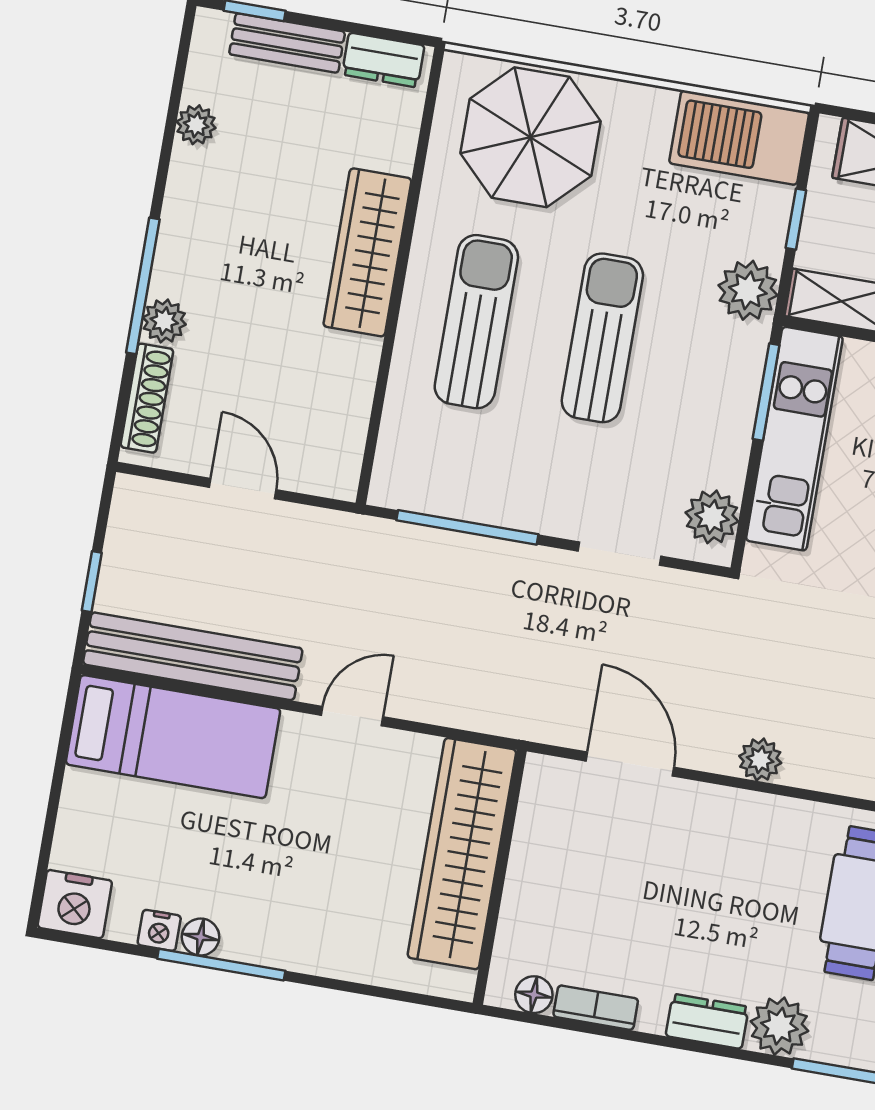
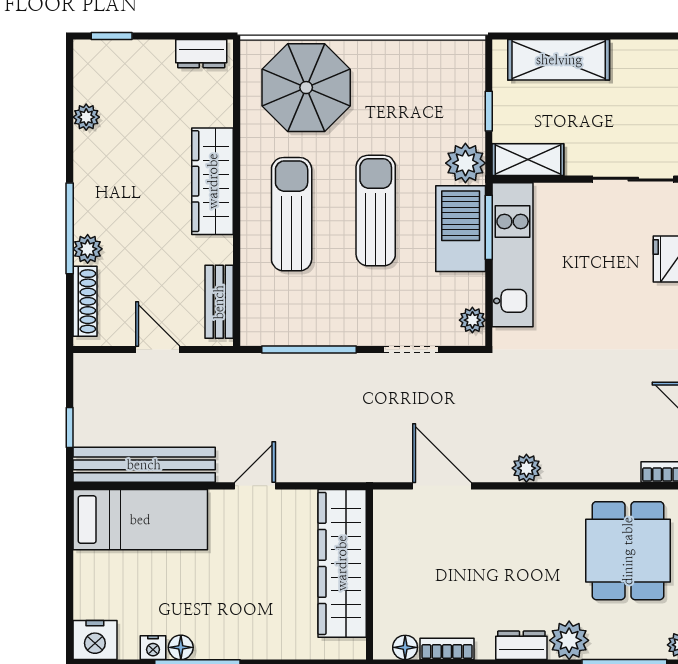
bench: (287, 43) -> (219, 302), moved, turned 90
barbecue: (739, 138) -> (461, 229), moved, turned 90
plant: (712, 517) -> (472, 320), width x0.73, depth x0.73

